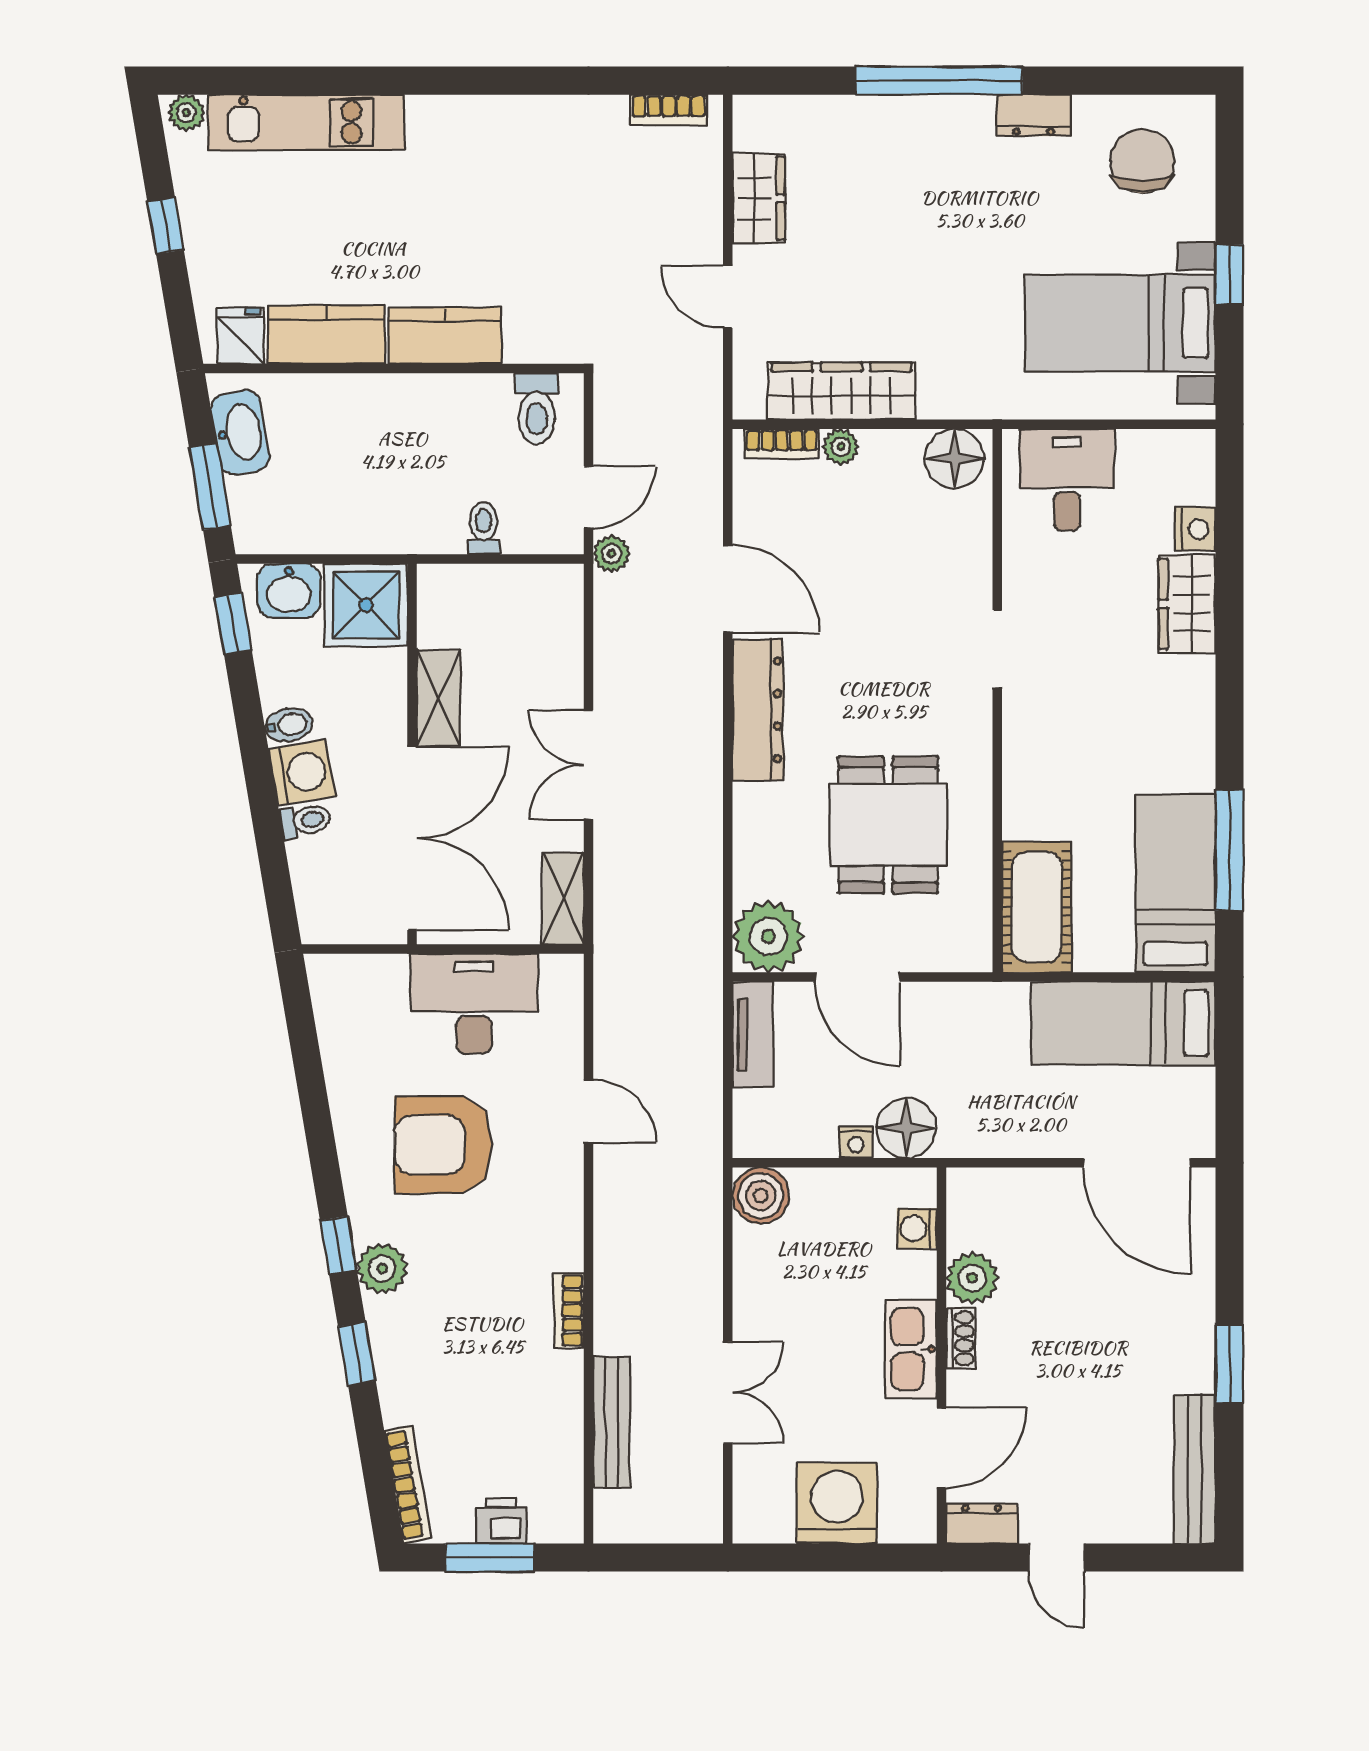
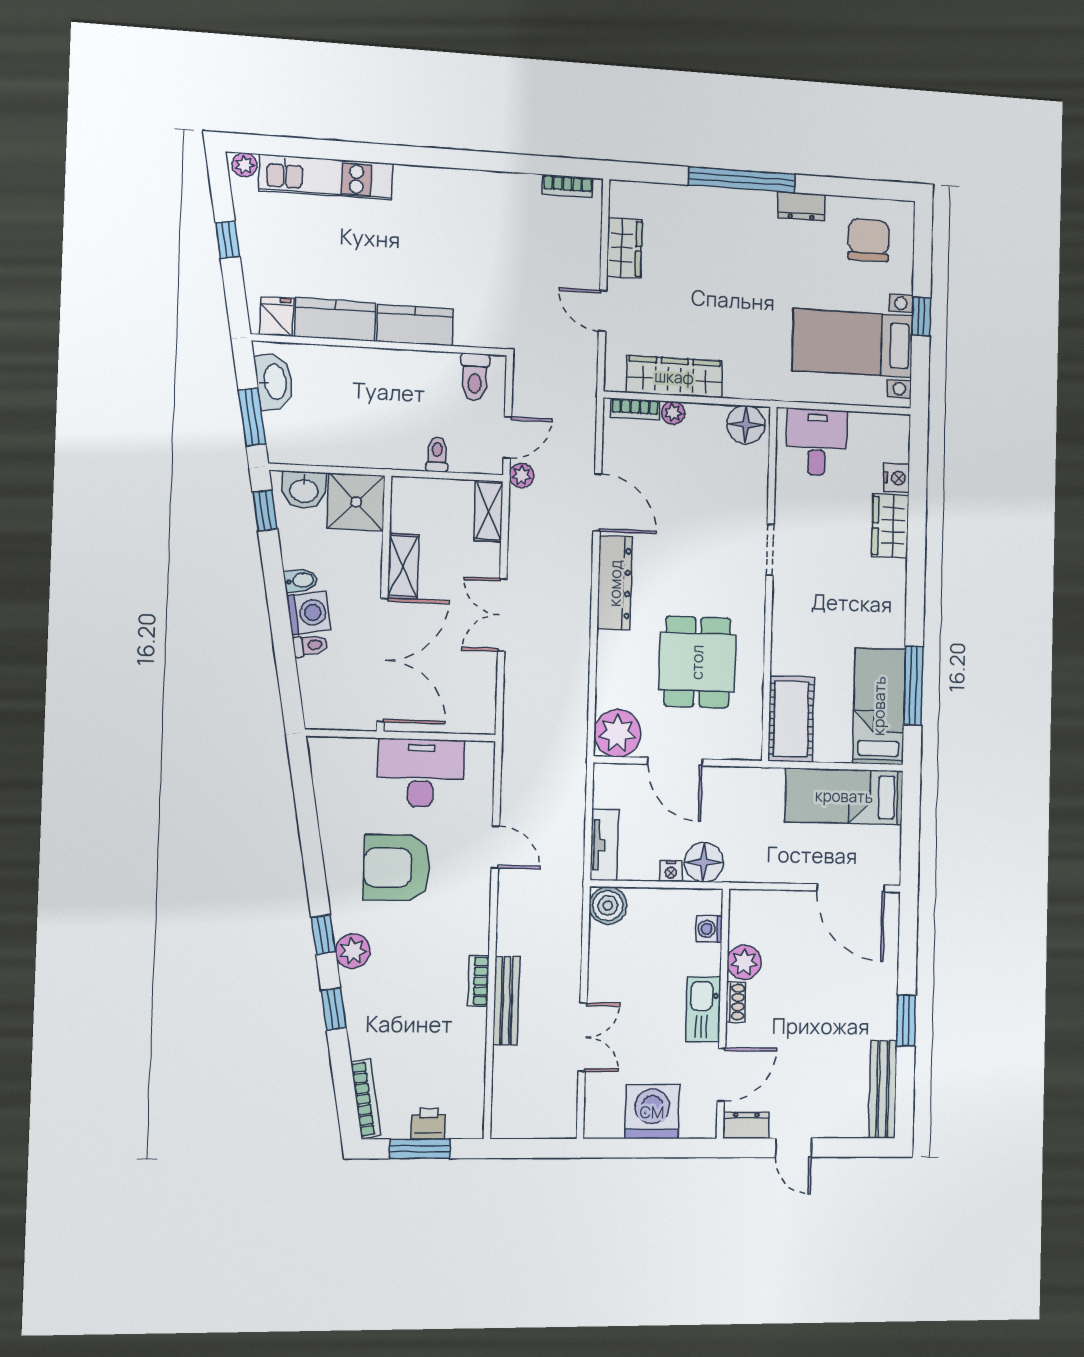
shelving: (563, 899) -> (488, 511), moved
tv unit: (753, 1035) -> (604, 845), moved
bench: (612, 1422) -> (506, 1001), moved

